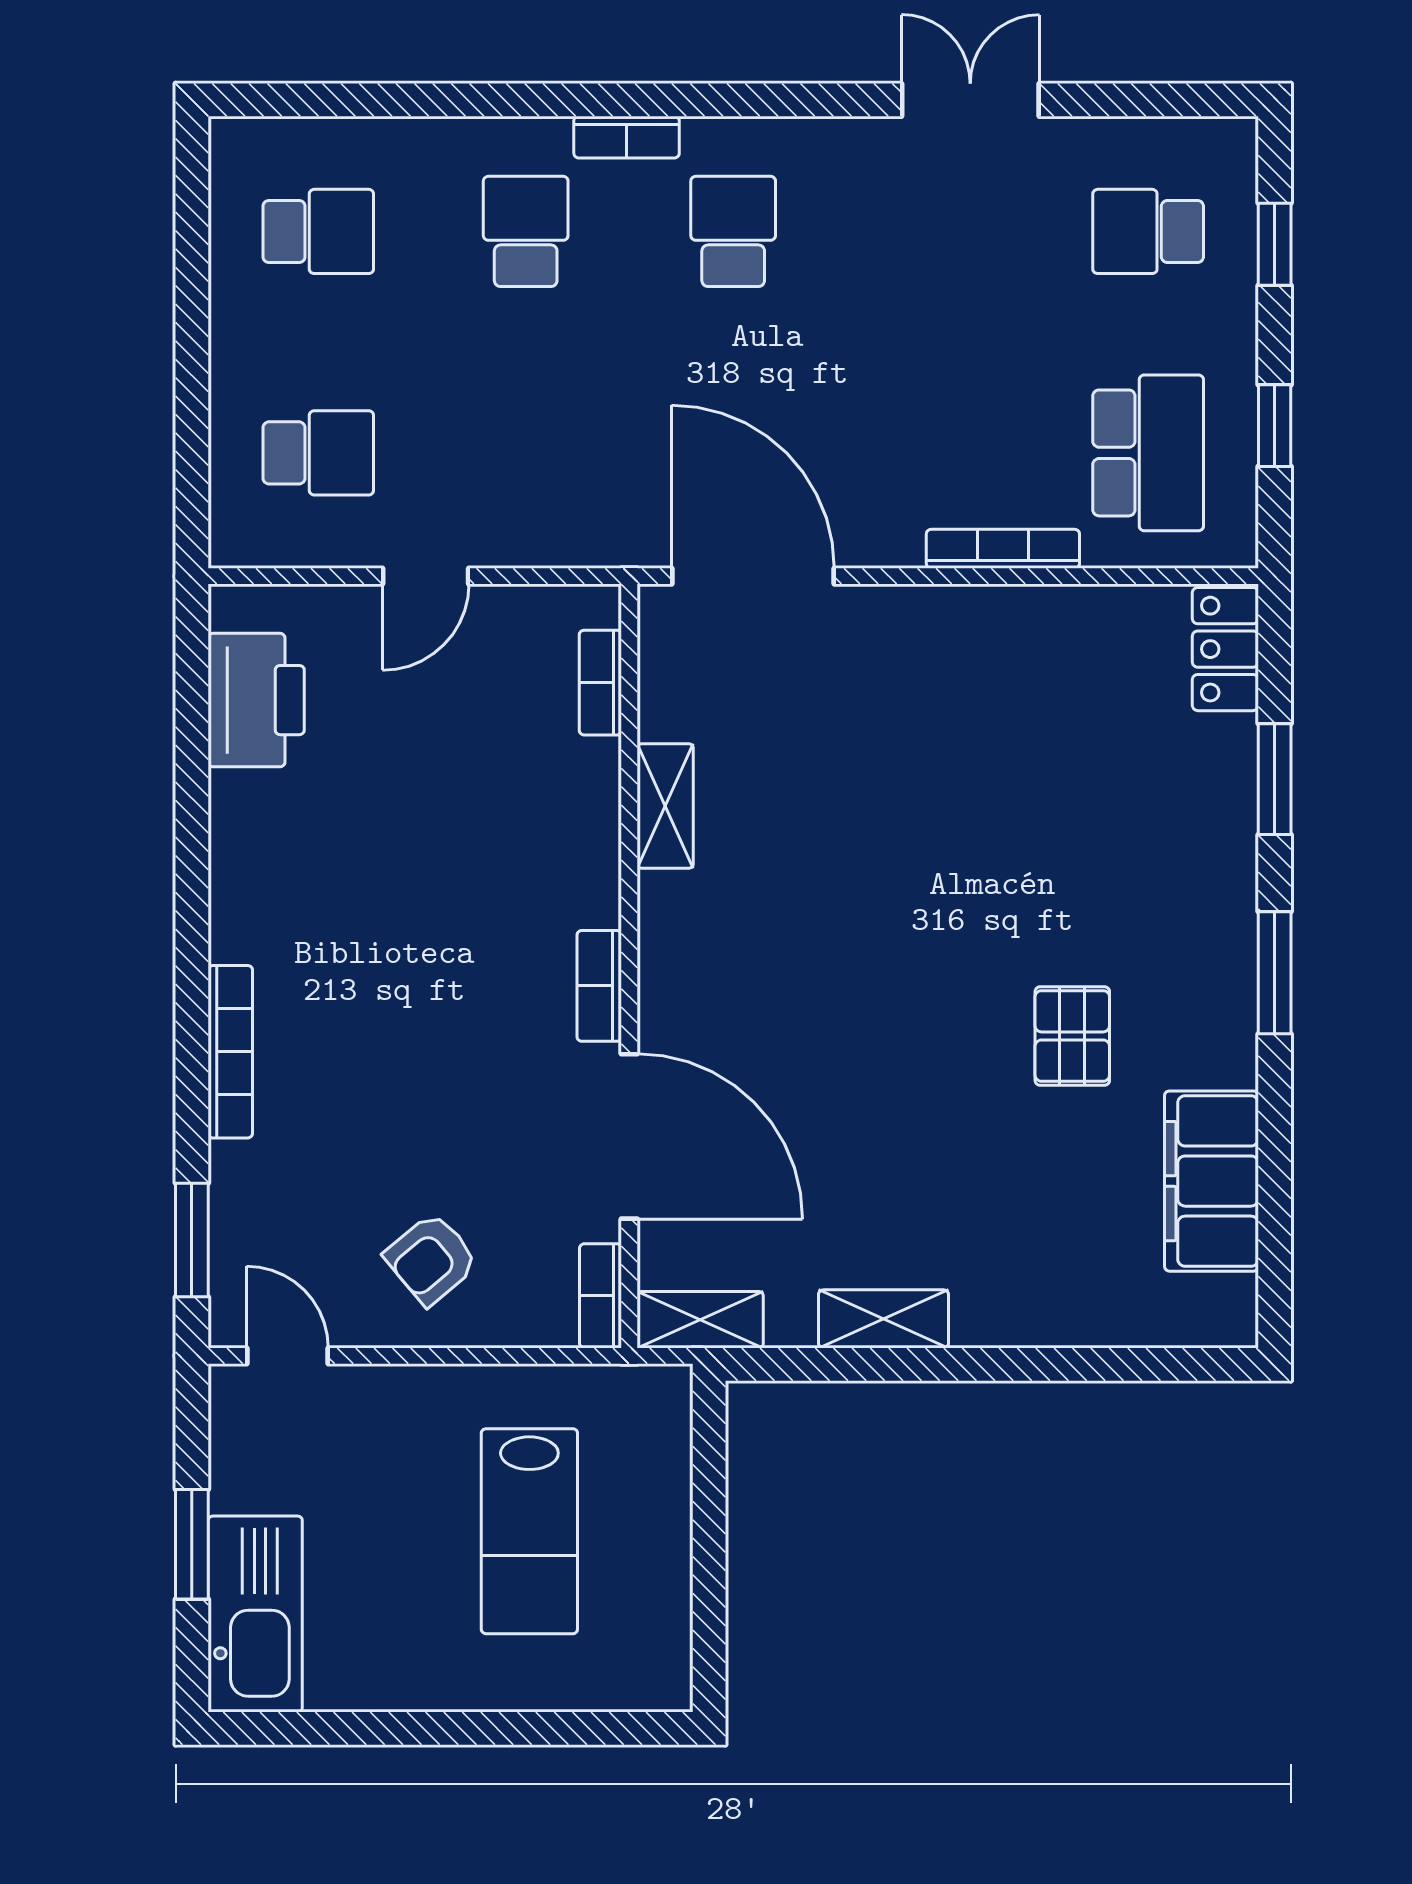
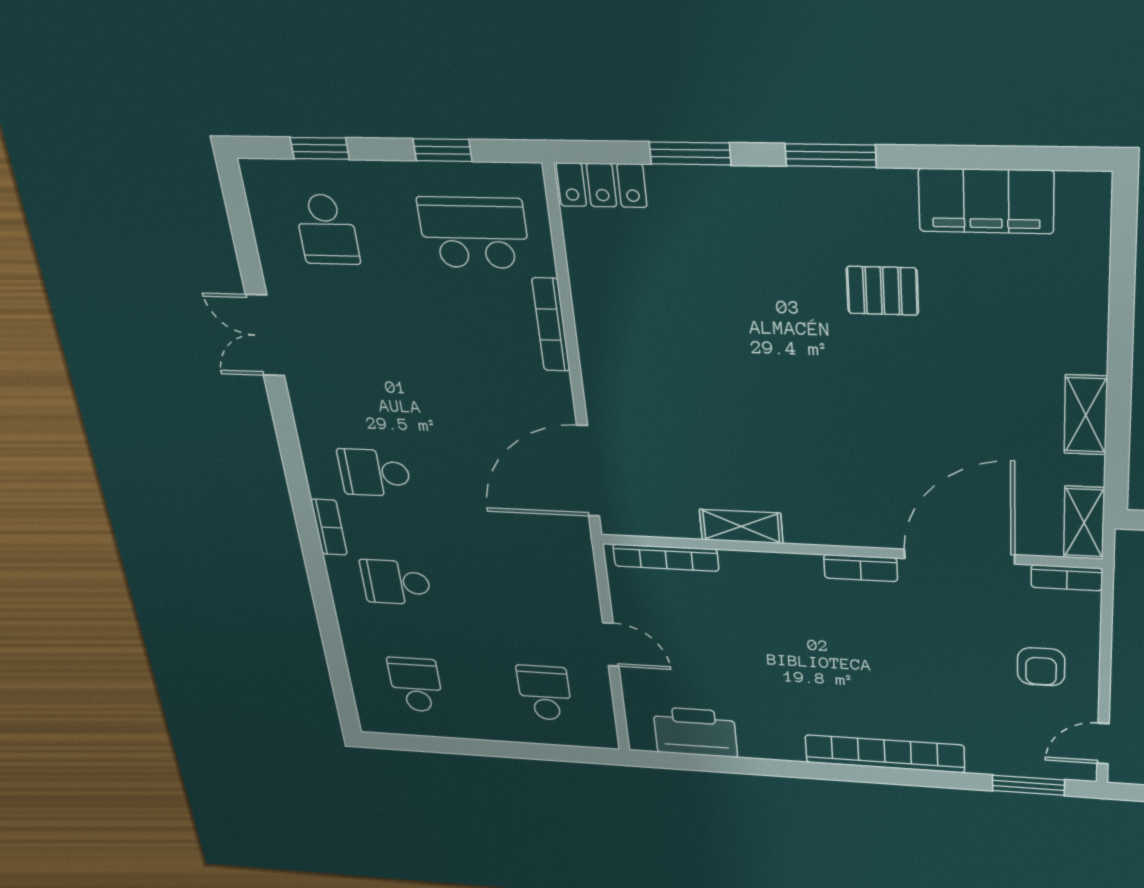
bookcase: (600, 683) -> (666, 558), width x1.56
bookcase: (230, 1052) -> (885, 754), width x1.48, depth x1.31
armchair: (431, 1259) -> (1041, 667), turned 40

